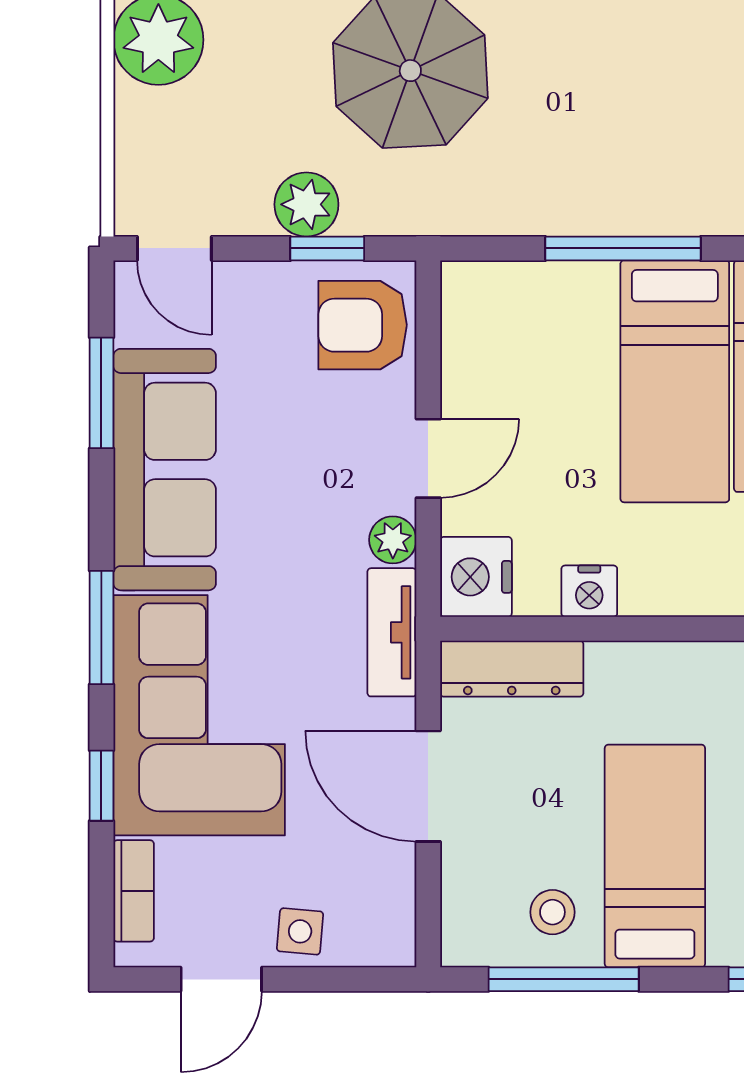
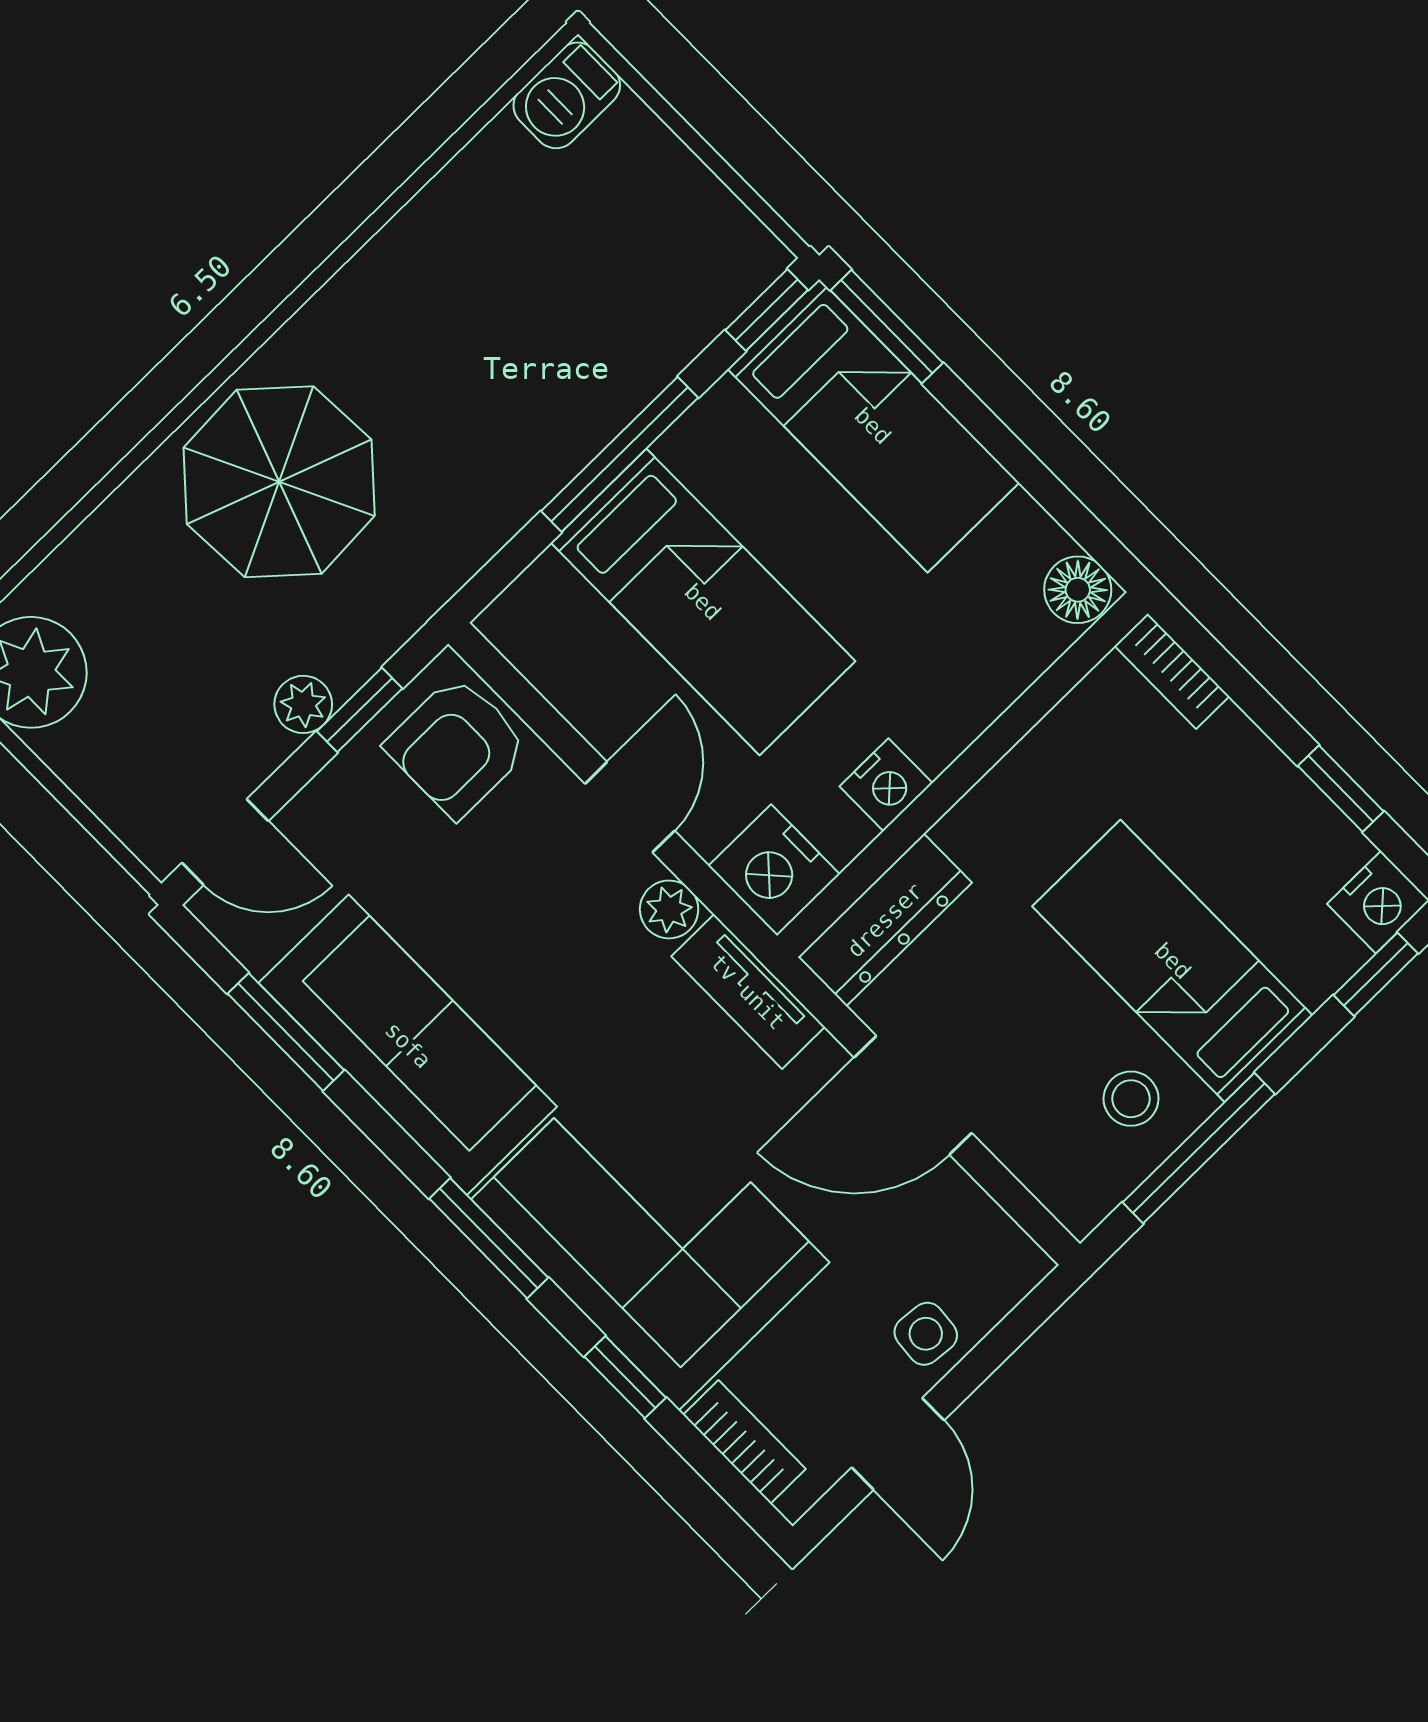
plant: (306, 204) -> (303, 704), width x0.73, depth x0.73
bed: (675, 381) -> (703, 602), moved

